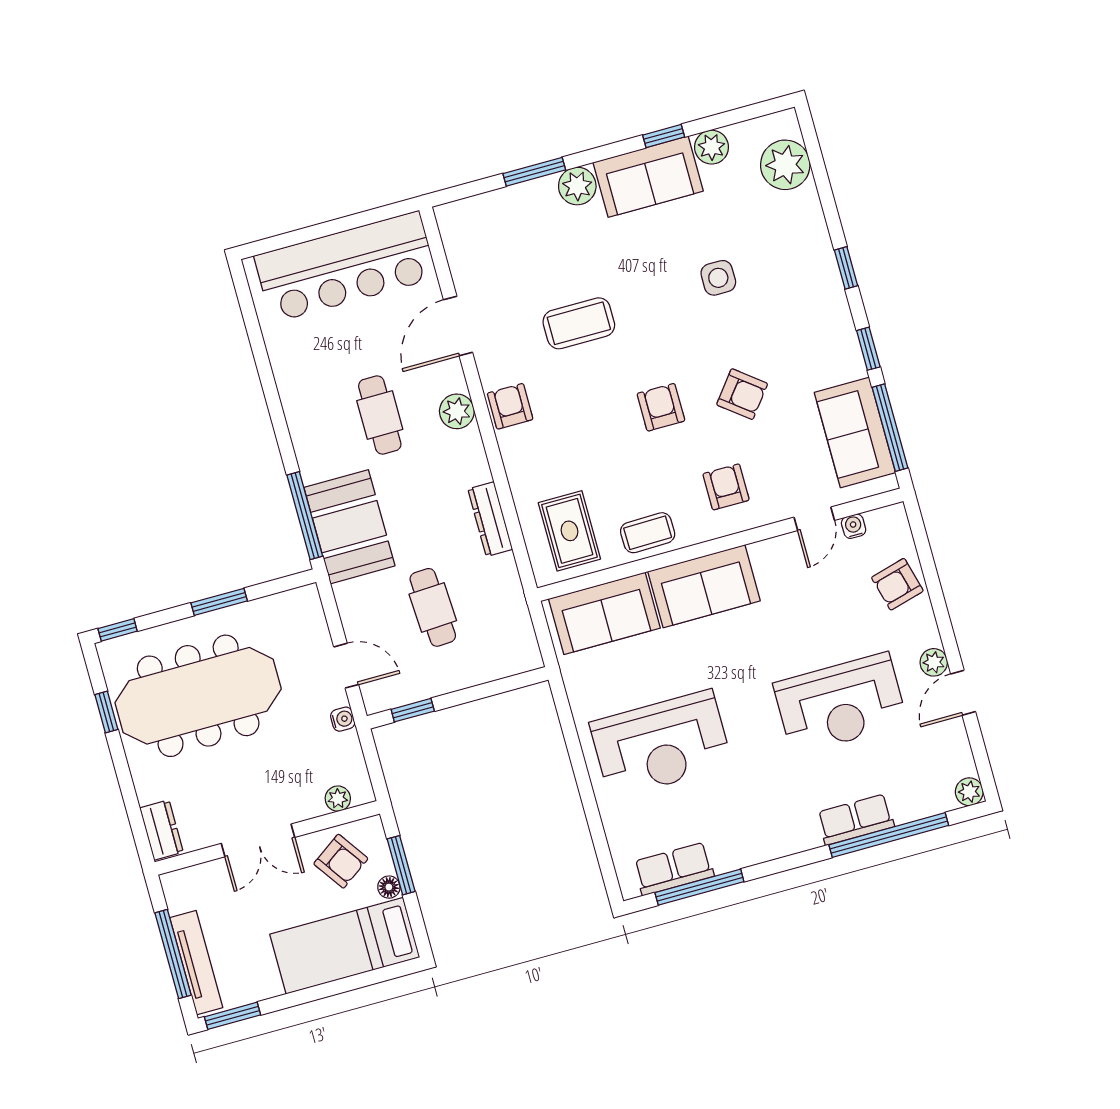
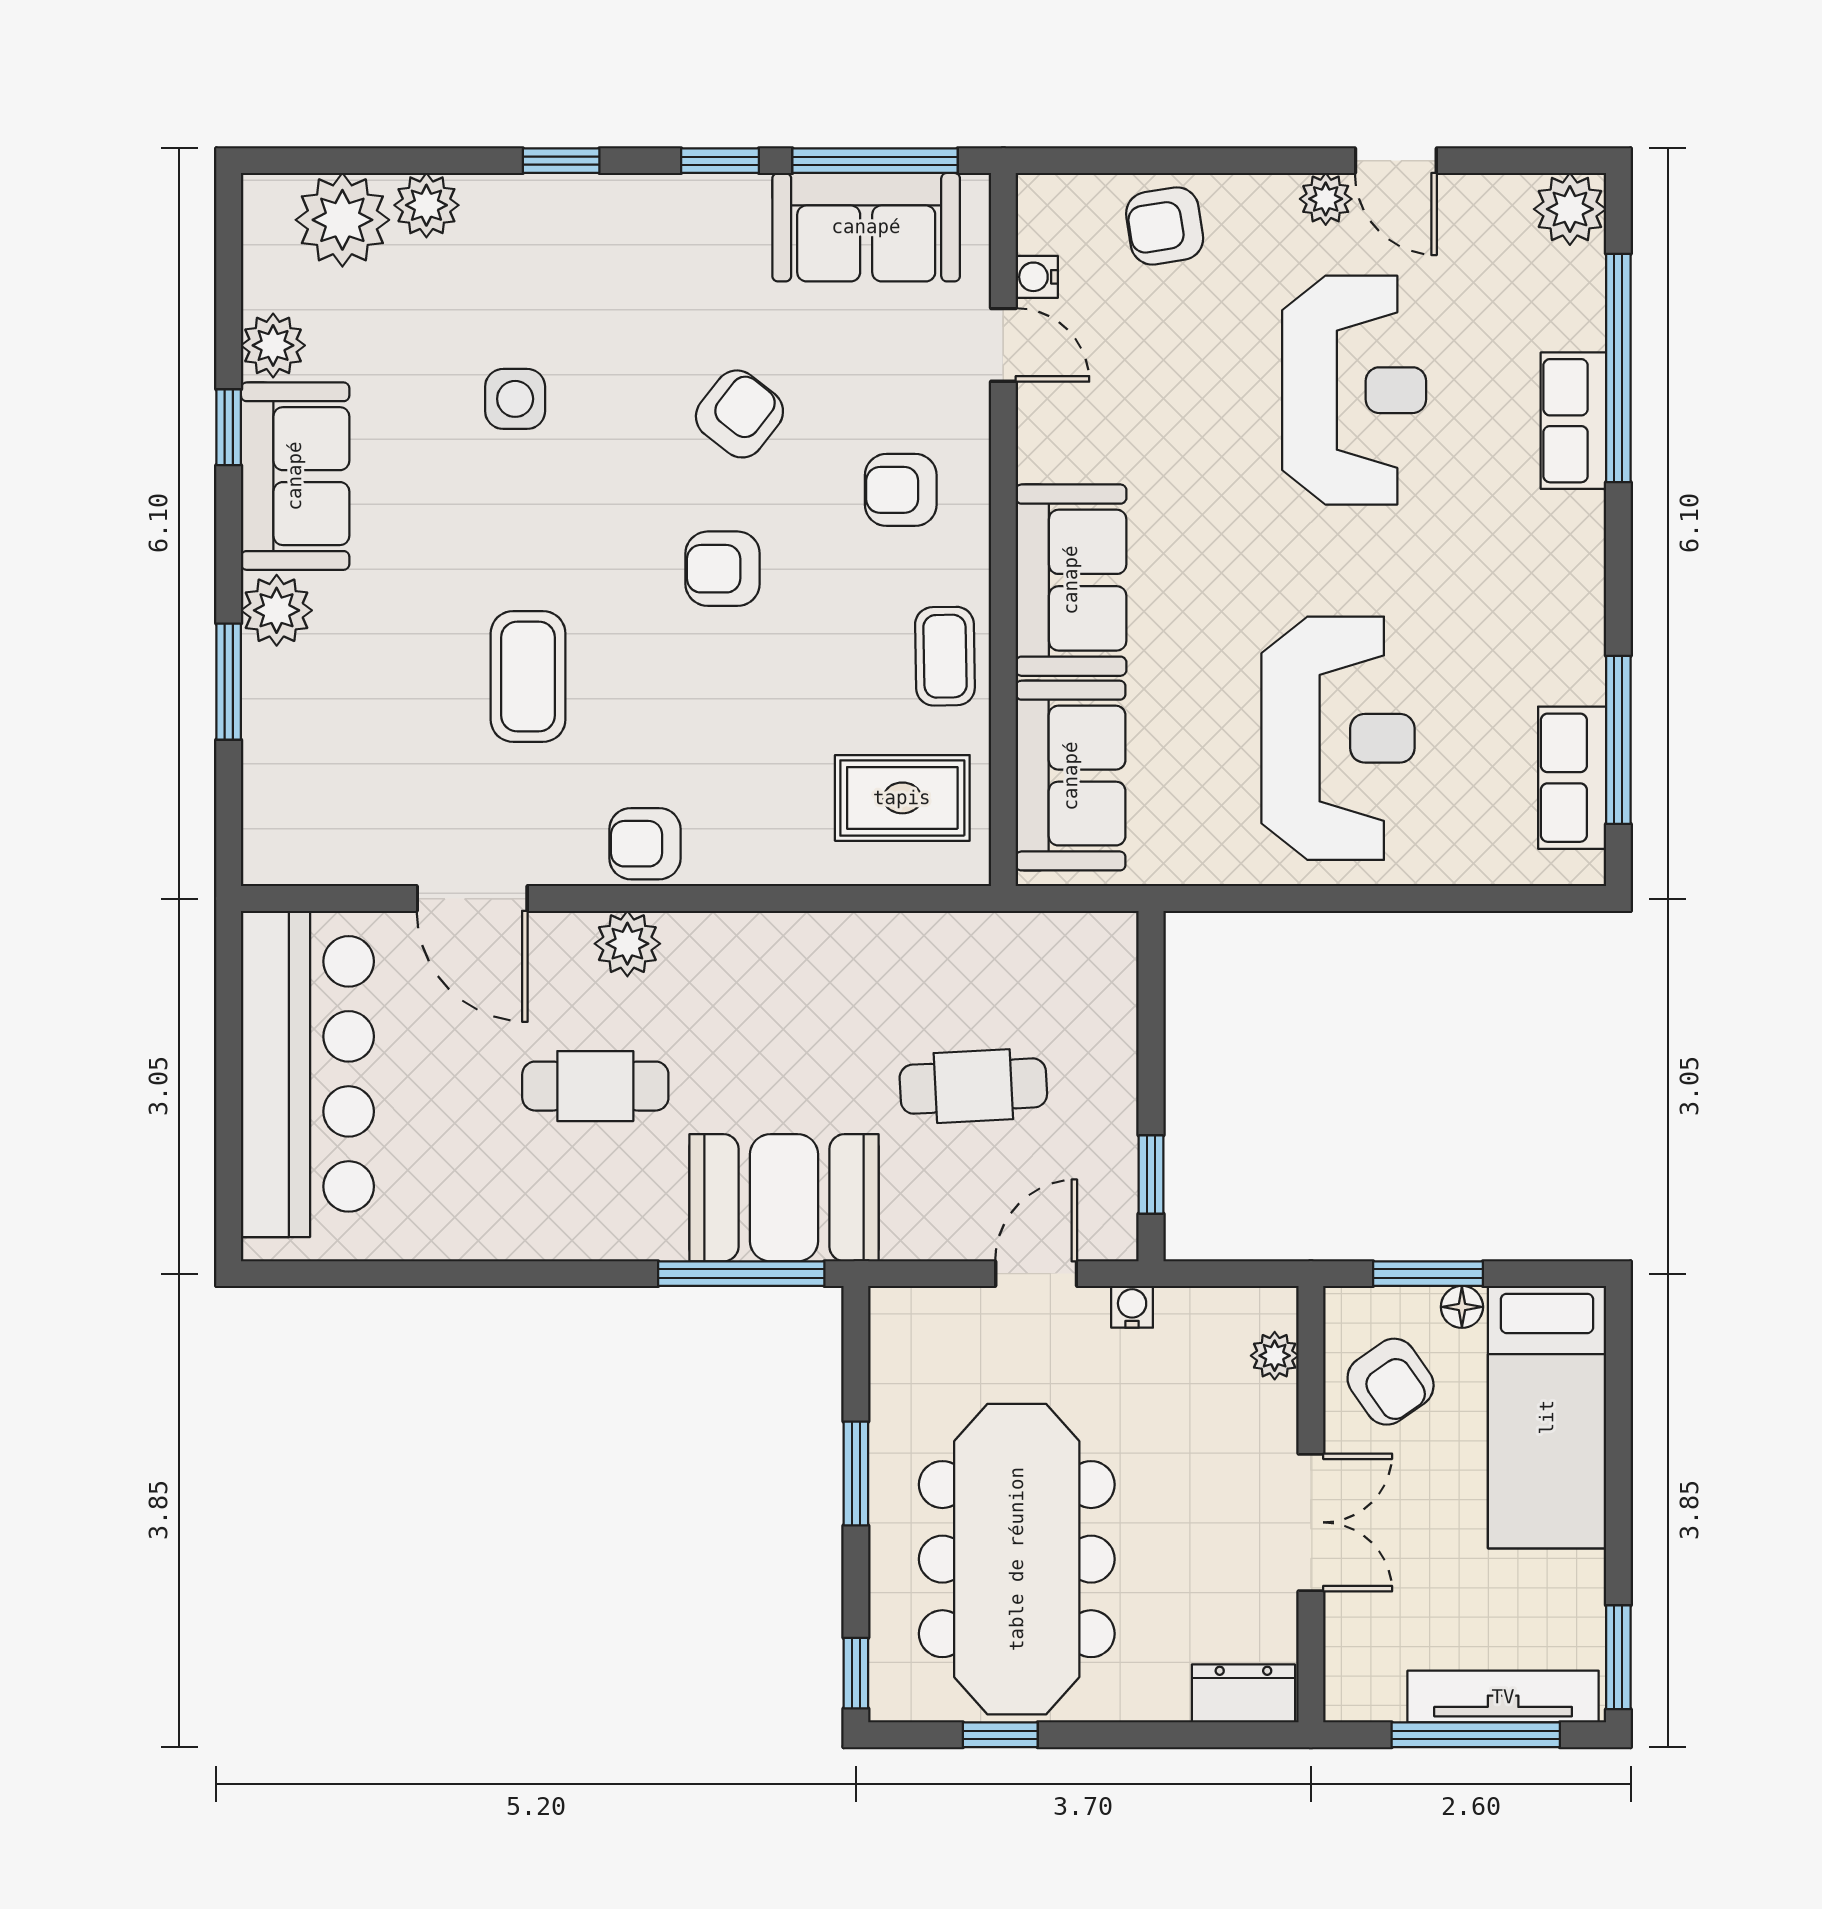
plant: (804, 206) -> (426, 205), added
dresser: (490, 519) -> (841, 937), removed
armchair: (897, 584) -> (1165, 226), turned 96
plant: (969, 792) -> (1570, 209), width x1.38, depth x1.38
armchair: (341, 861) -> (1391, 1382), turned 90

